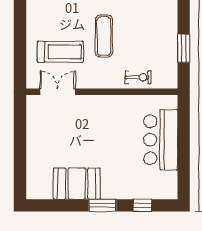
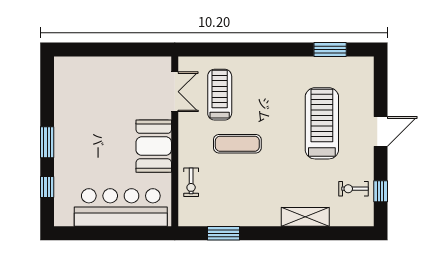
treadmill: (60, 52) -> (220, 95), turned 180
bar counter: (161, 140) -> (121, 208), width x1.36
booth: (77, 184) -> (154, 146), moved

